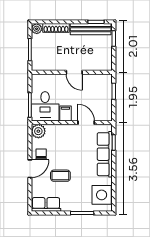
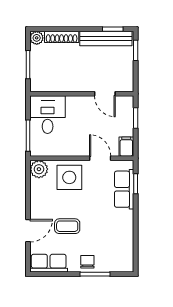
door: (74, 72) -> (105, 94), moved
desk: (45, 106) -> (48, 115), moved, turned 180
filing cabinet: (65, 114) -> (126, 147), moved
chair: (41, 154) -> (87, 262), moved
row of seats: (105, 154) -> (124, 189), width x0.68
door: (30, 169) -> (28, 231), moved
side table: (102, 195) -> (69, 177), moved

